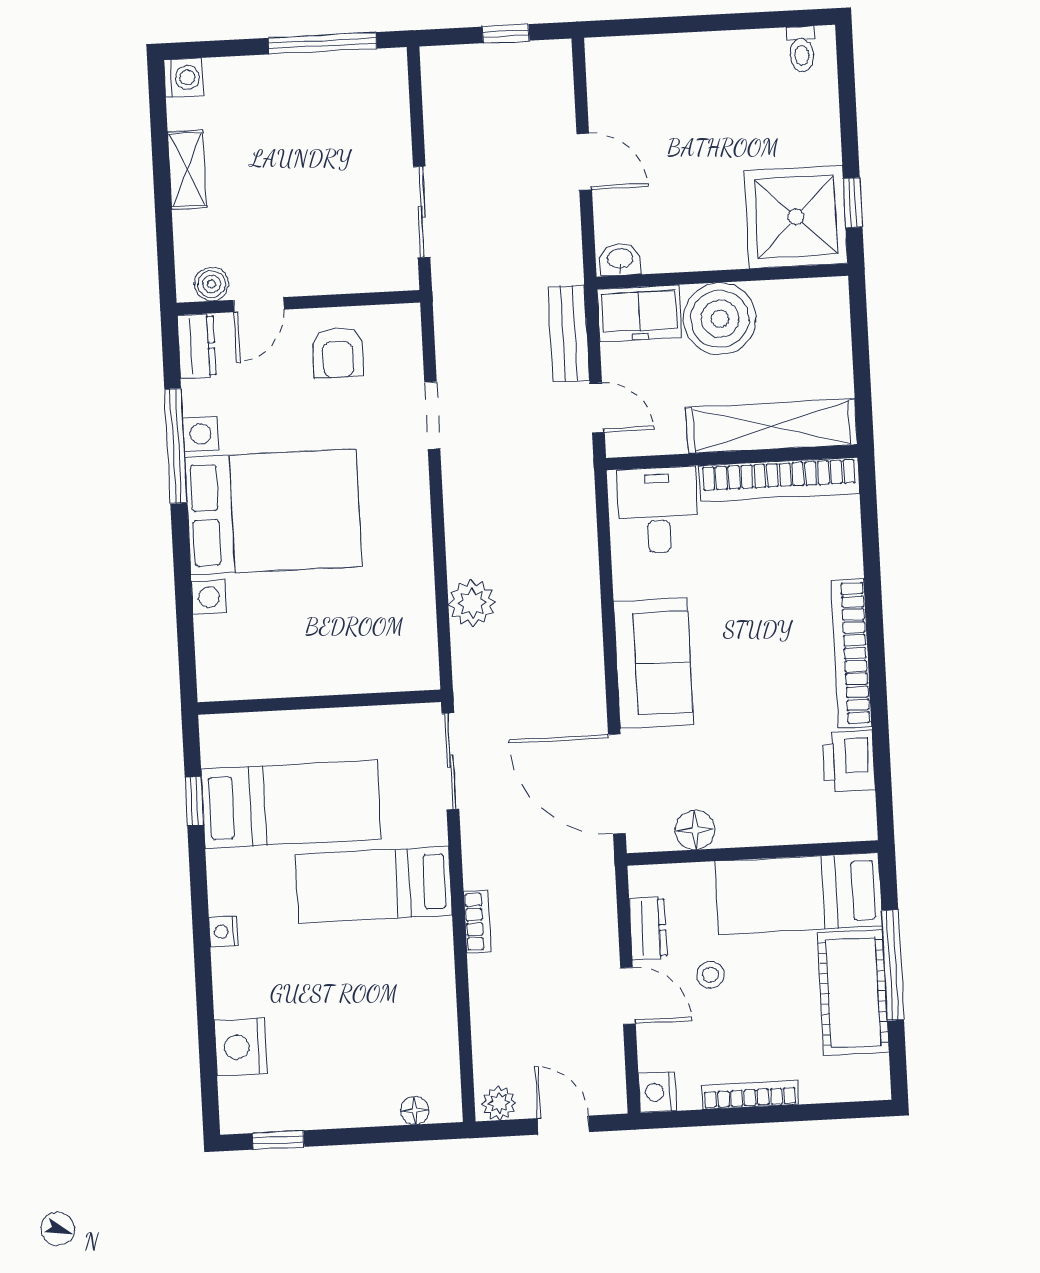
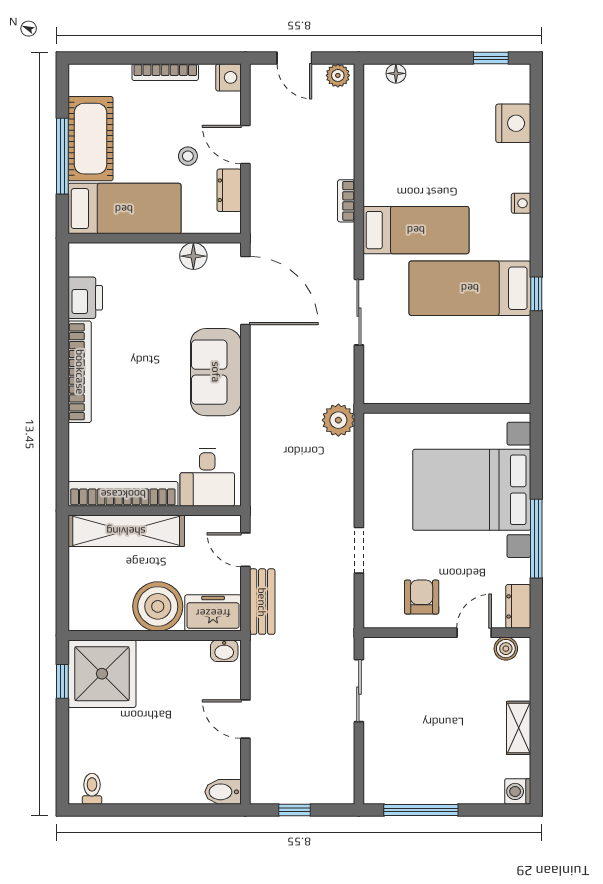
bidet: (611, 55) -> (223, 792), added
wall: (319, 702) -> (447, 408), moved

